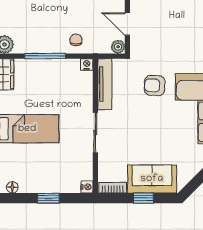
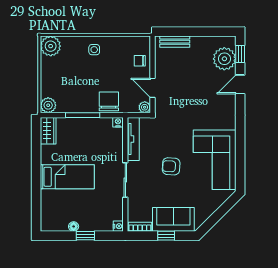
chair: (76, 40) -> (109, 101), width x1.87, depth x1.87
armchair: (155, 85) -> (171, 166), moved
floor lamp: (12, 187) -> (74, 226), moved

